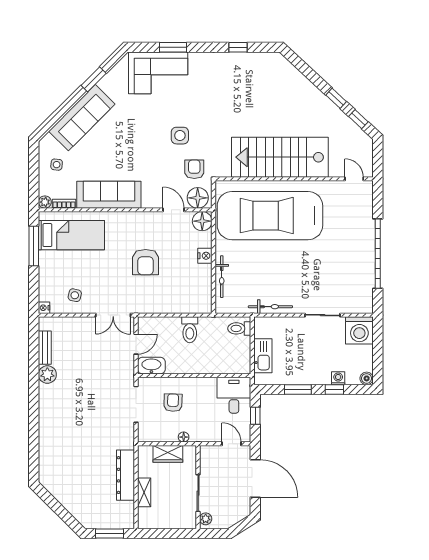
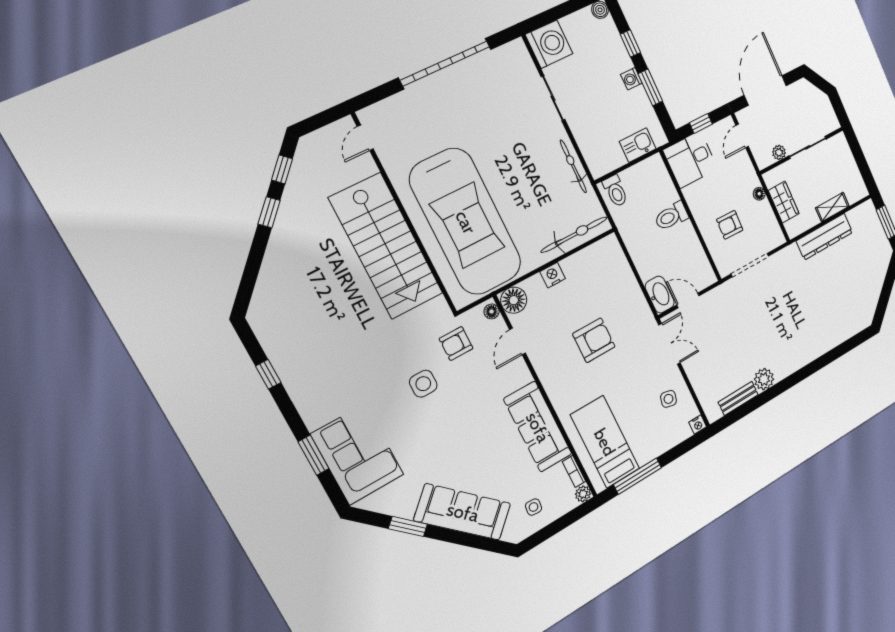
floor lamp: (198, 198) -> (492, 311), width x0.53, depth x0.53
bicycle: (222, 277) -> (574, 235), width x1.37, depth x1.40
toilet: (190, 330) -> (671, 216), moved, turned 180
kitchen sink: (263, 356) -> (638, 145), width x0.73
washbasin: (151, 366) -> (660, 295), moved, turned 180
washing machine: (338, 378) -> (631, 79), moved
plant: (206, 519) -> (779, 152), moved

